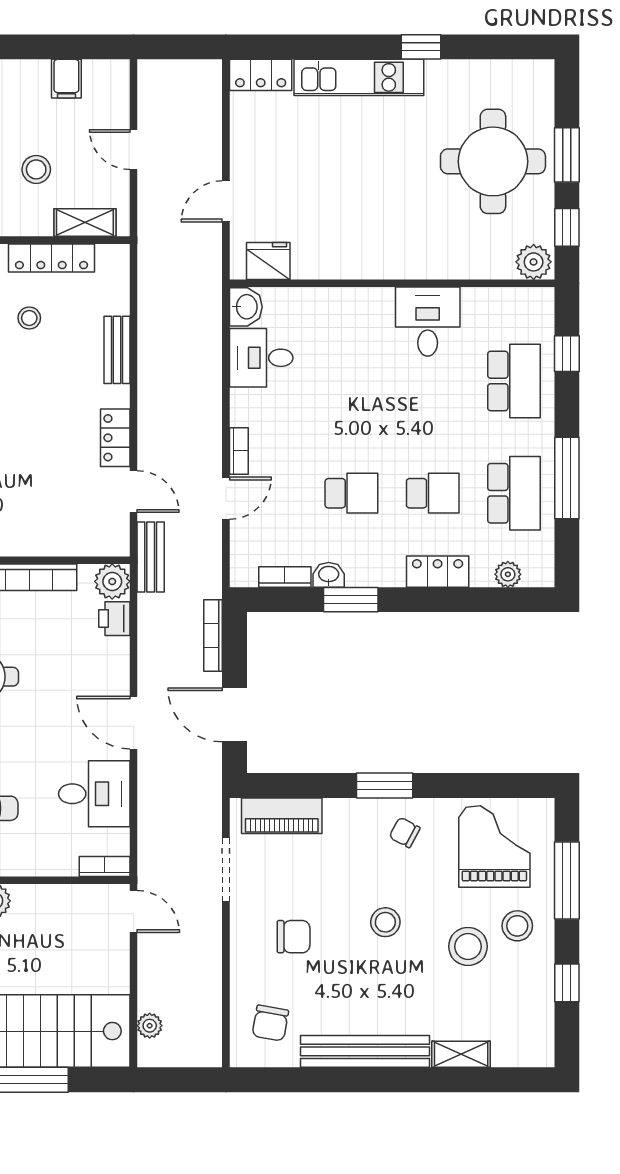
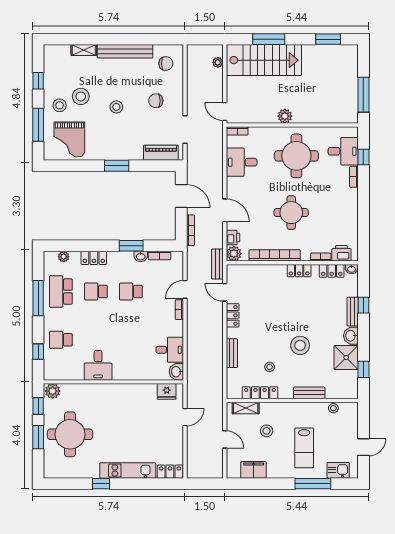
filing cabinet: (66, 79) -> (254, 470), width x2.00
school desk: (514, 381) -> (61, 340), width x0.54
door: (134, 723) -> (225, 210), moved
chair: (405, 832) -> (108, 146), removed
chair: (270, 1023) -> (166, 63), turned 80

